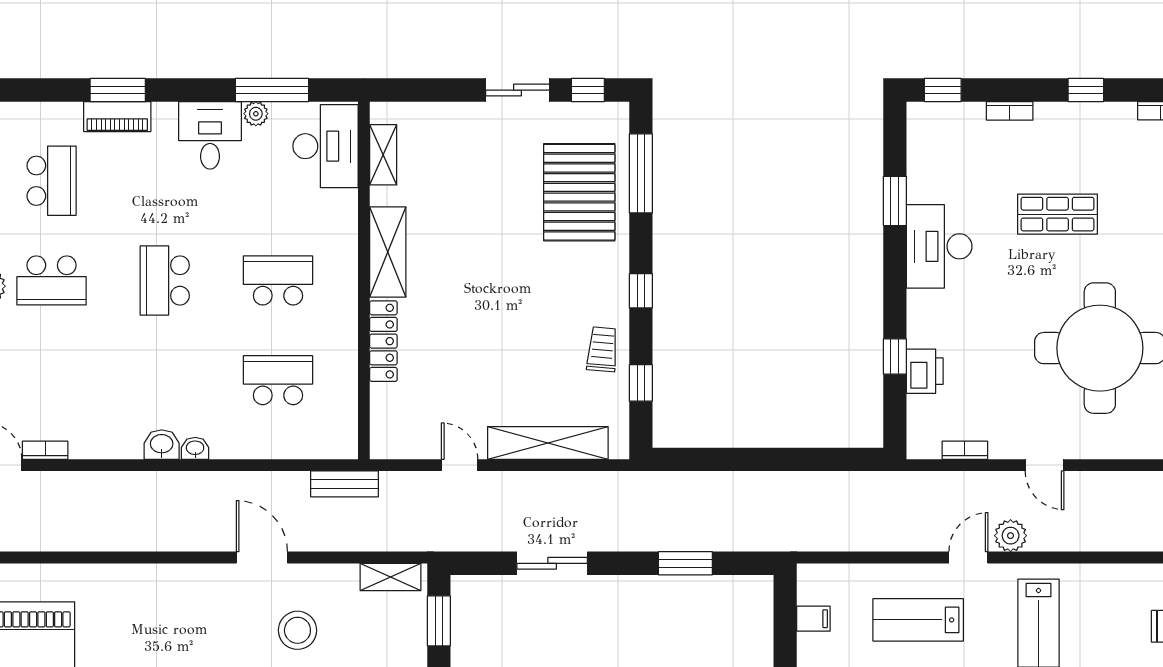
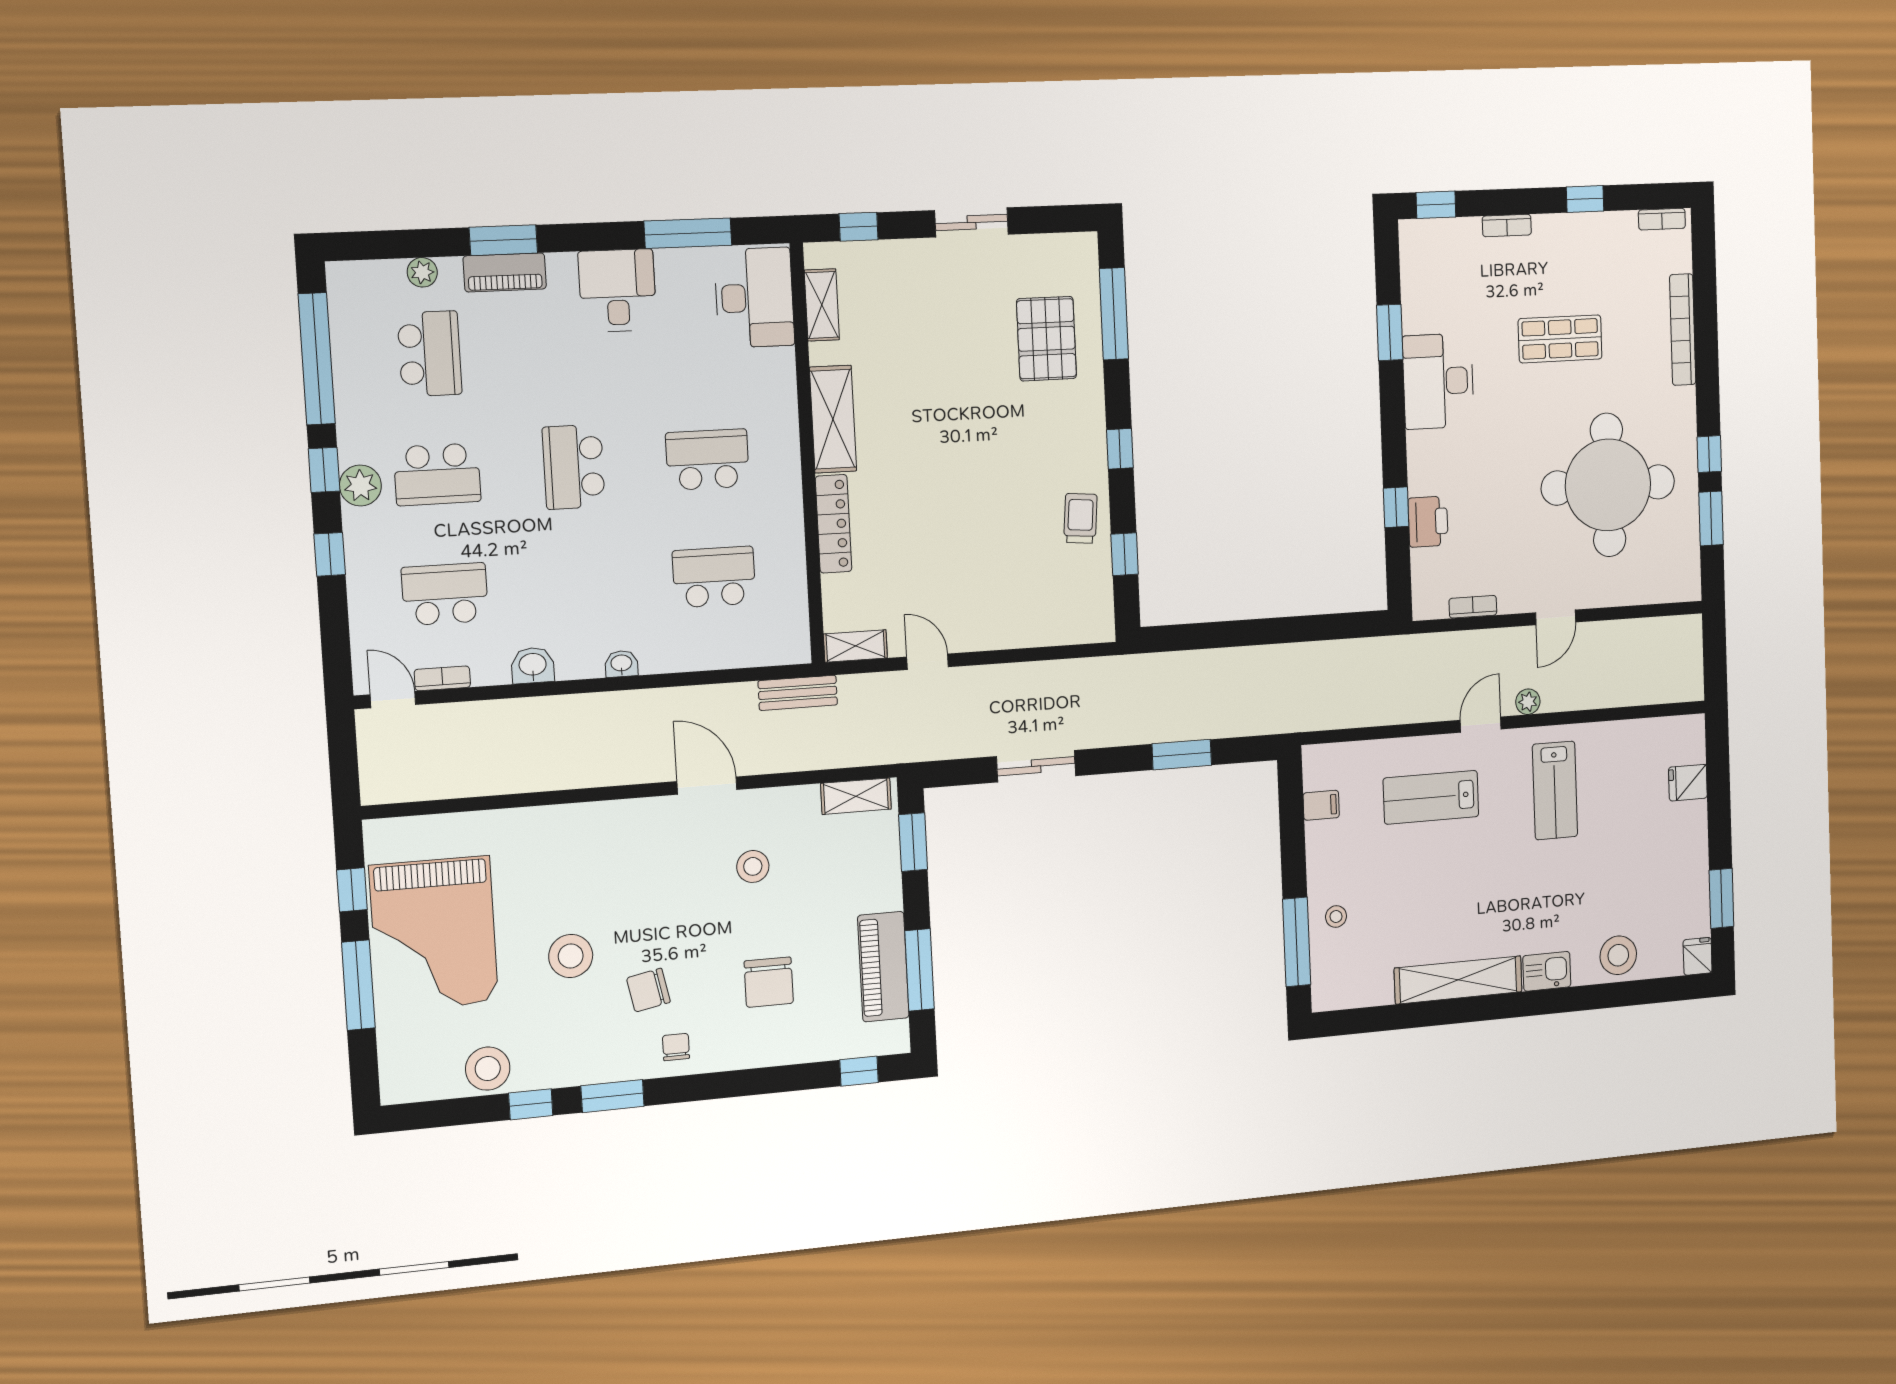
window: (588, 90) -> (859, 227), moved
plant: (256, 114) -> (422, 272), moved
pallet: (579, 192) -> (1047, 339), width x0.73, depth x0.71
school desk: (52, 380) -> (445, 594), added
shelving: (548, 443) -> (855, 646), moved, width x0.45, depth x0.75
washbasin: (162, 445) -> (533, 665), moved
door: (1045, 465) -> (1556, 617), hinge flipped
plant: (1011, 536) -> (1528, 702), width x0.73, depth x0.73
stool: (297, 630) -> (753, 866), width x0.73, depth x0.73

